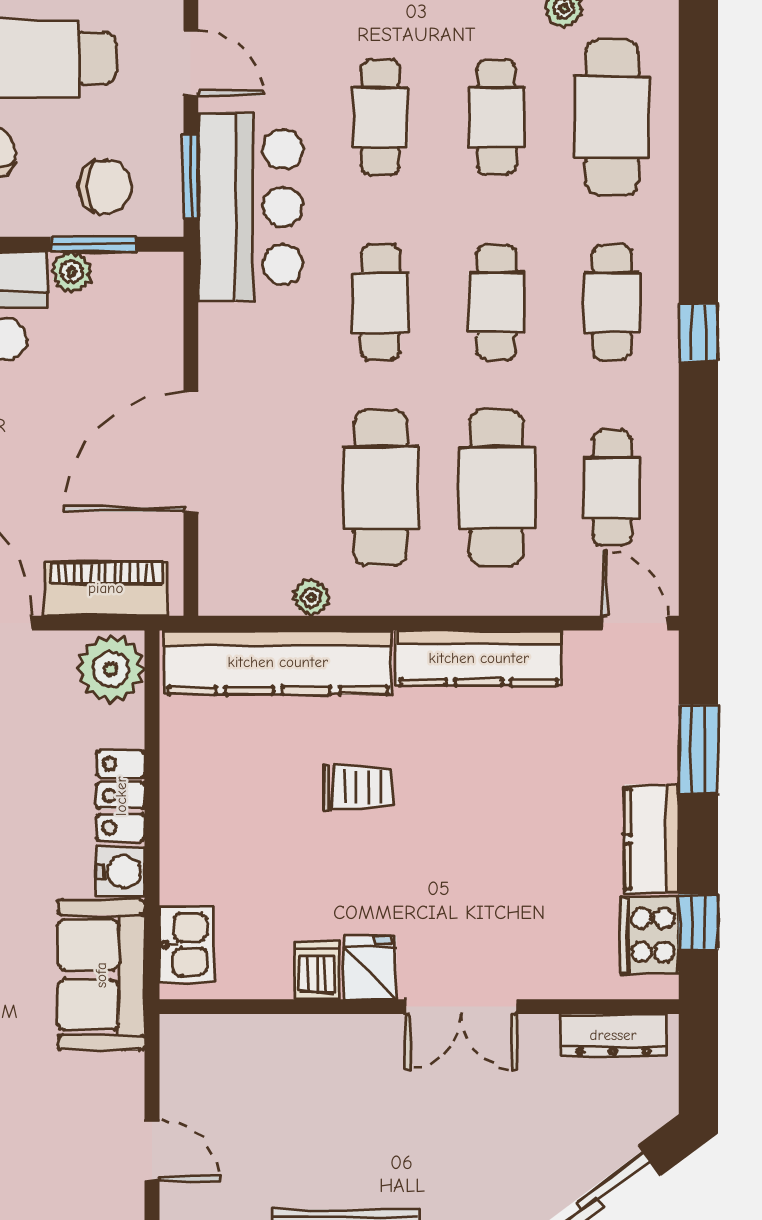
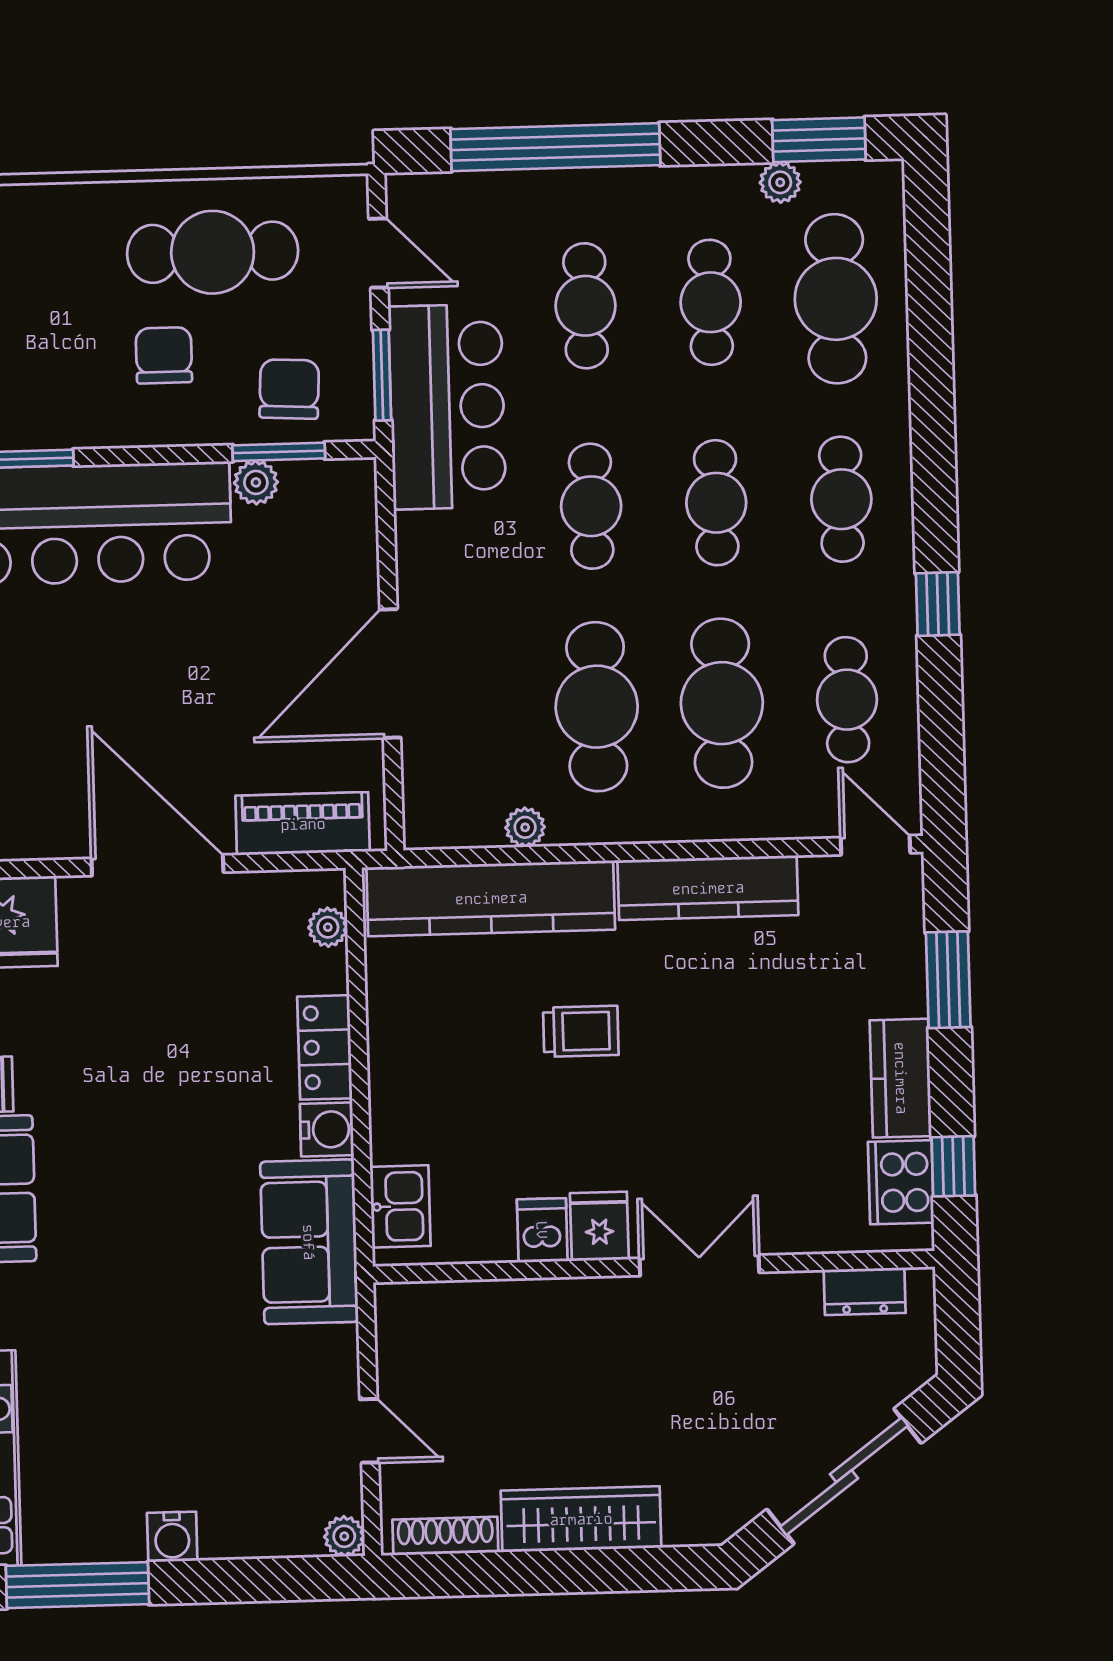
chair: (105, 186) -> (289, 389), turned -87
window: (698, 333) -> (938, 604), moved
plant: (111, 669) -> (328, 927), width x0.53, depth x0.53
double door: (461, 1007) -> (699, 1265), swing flipped
dresser: (613, 1035) -> (865, 1291), width x0.70

